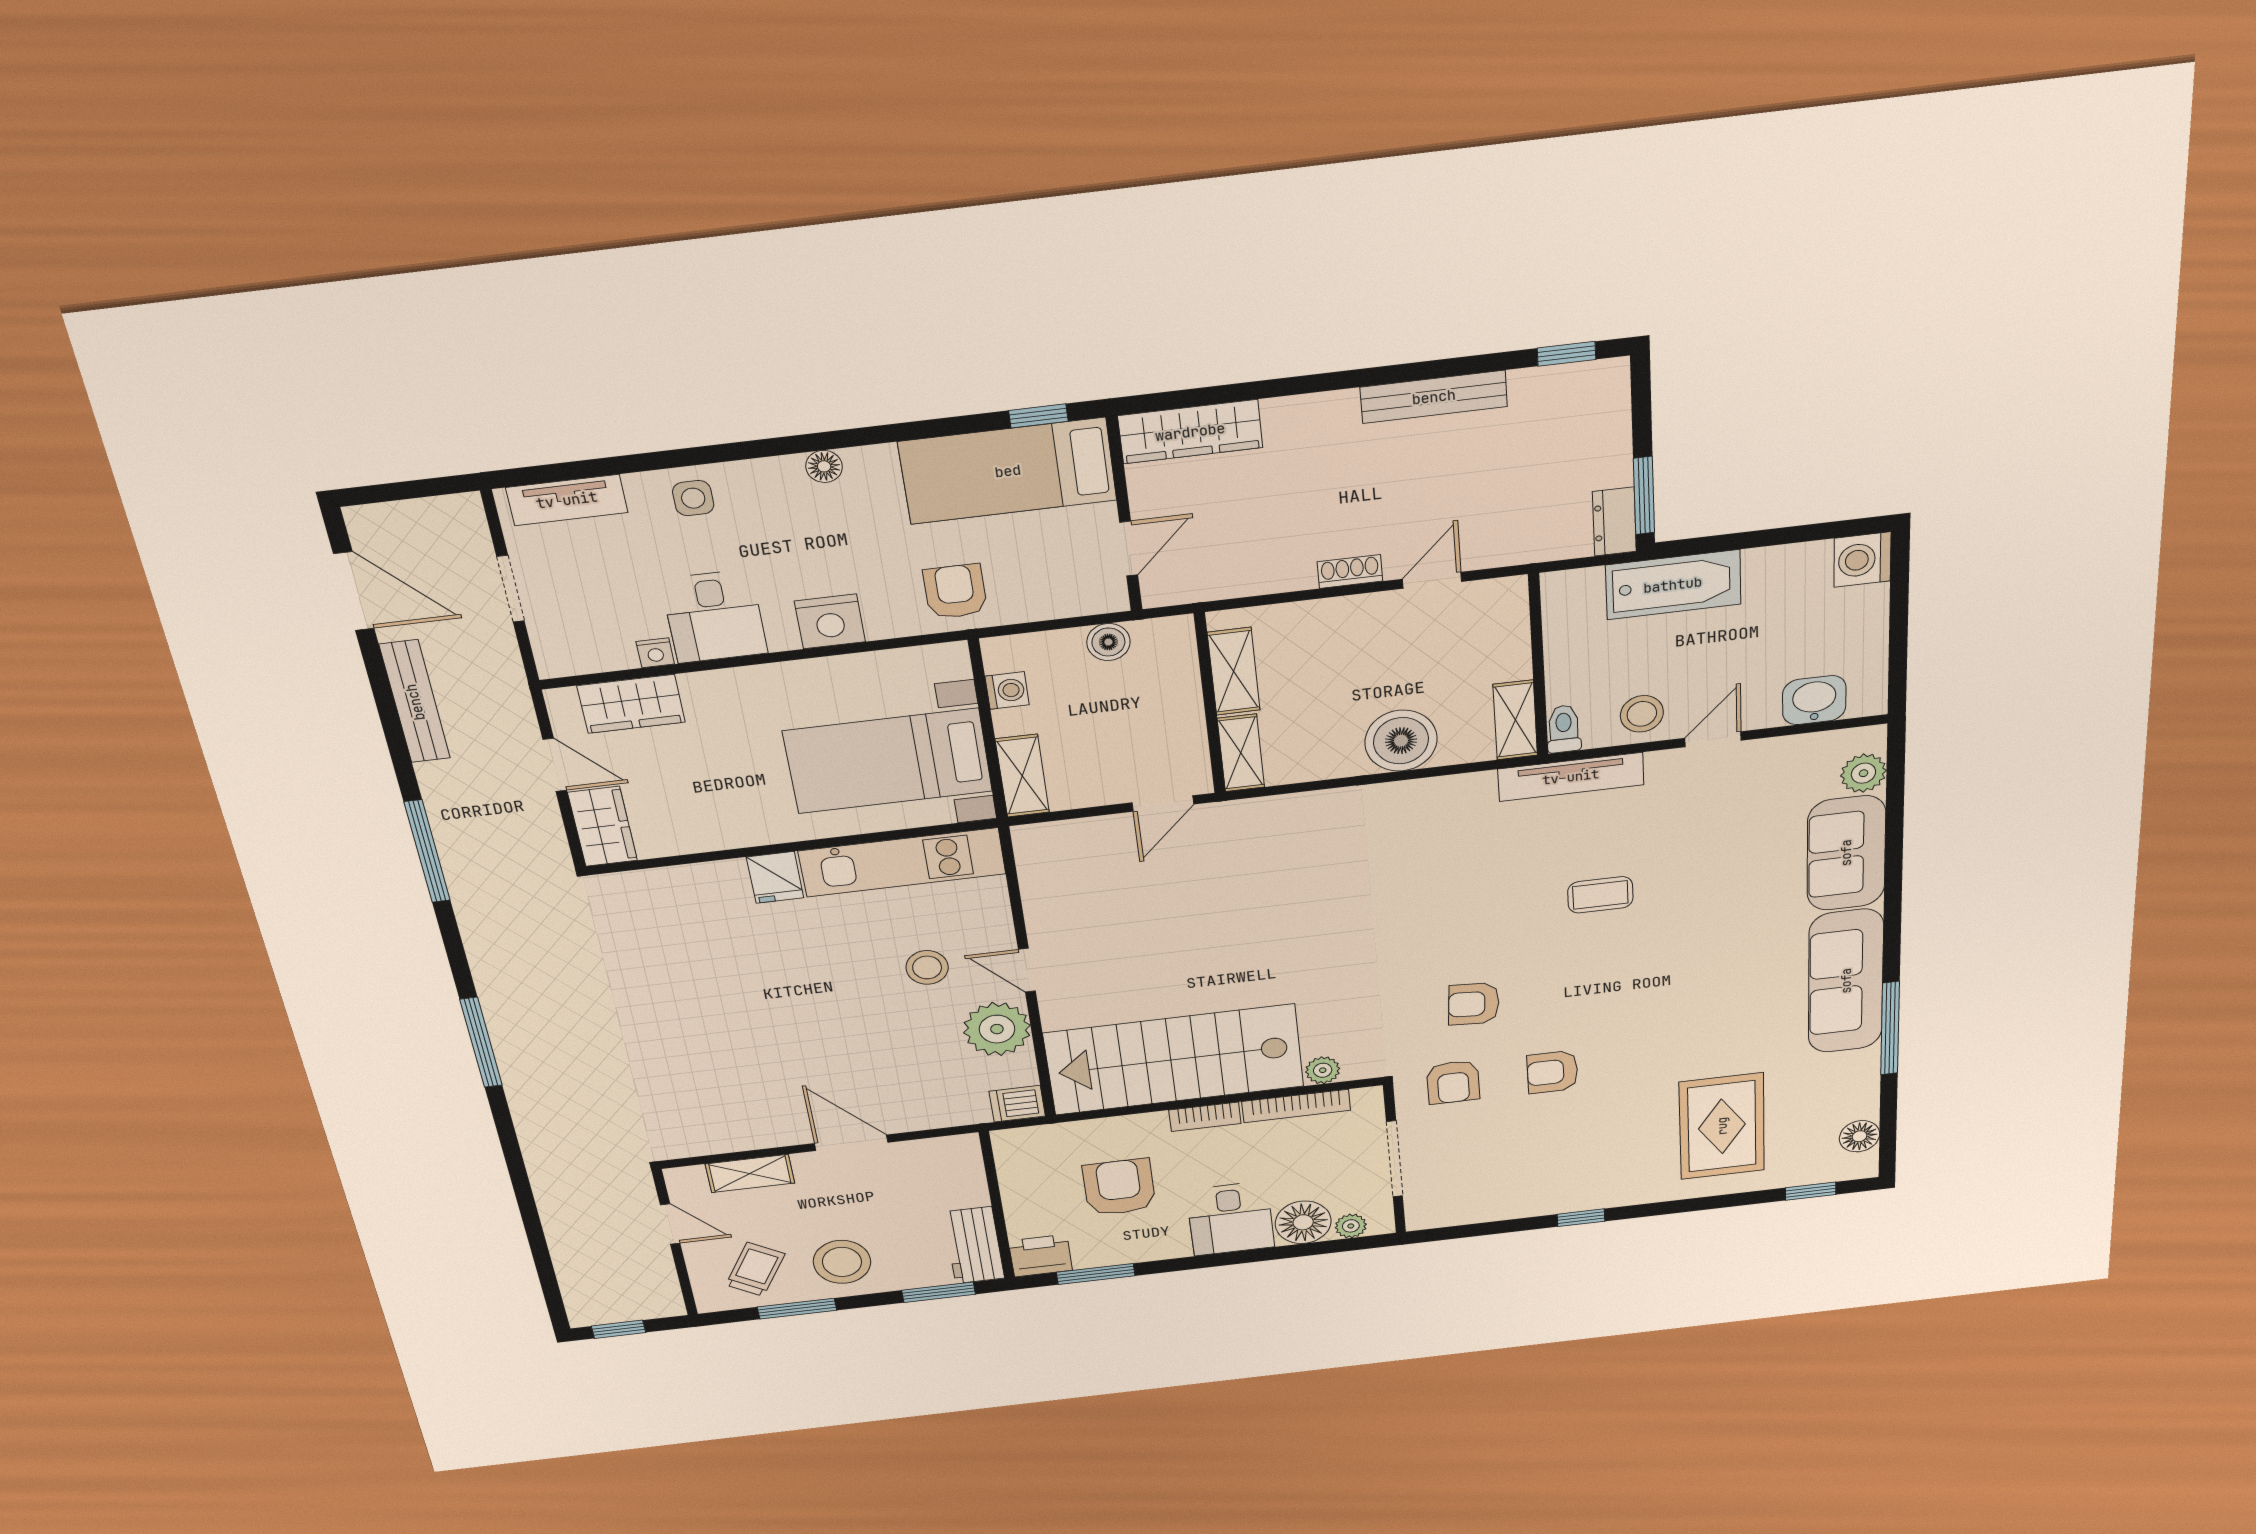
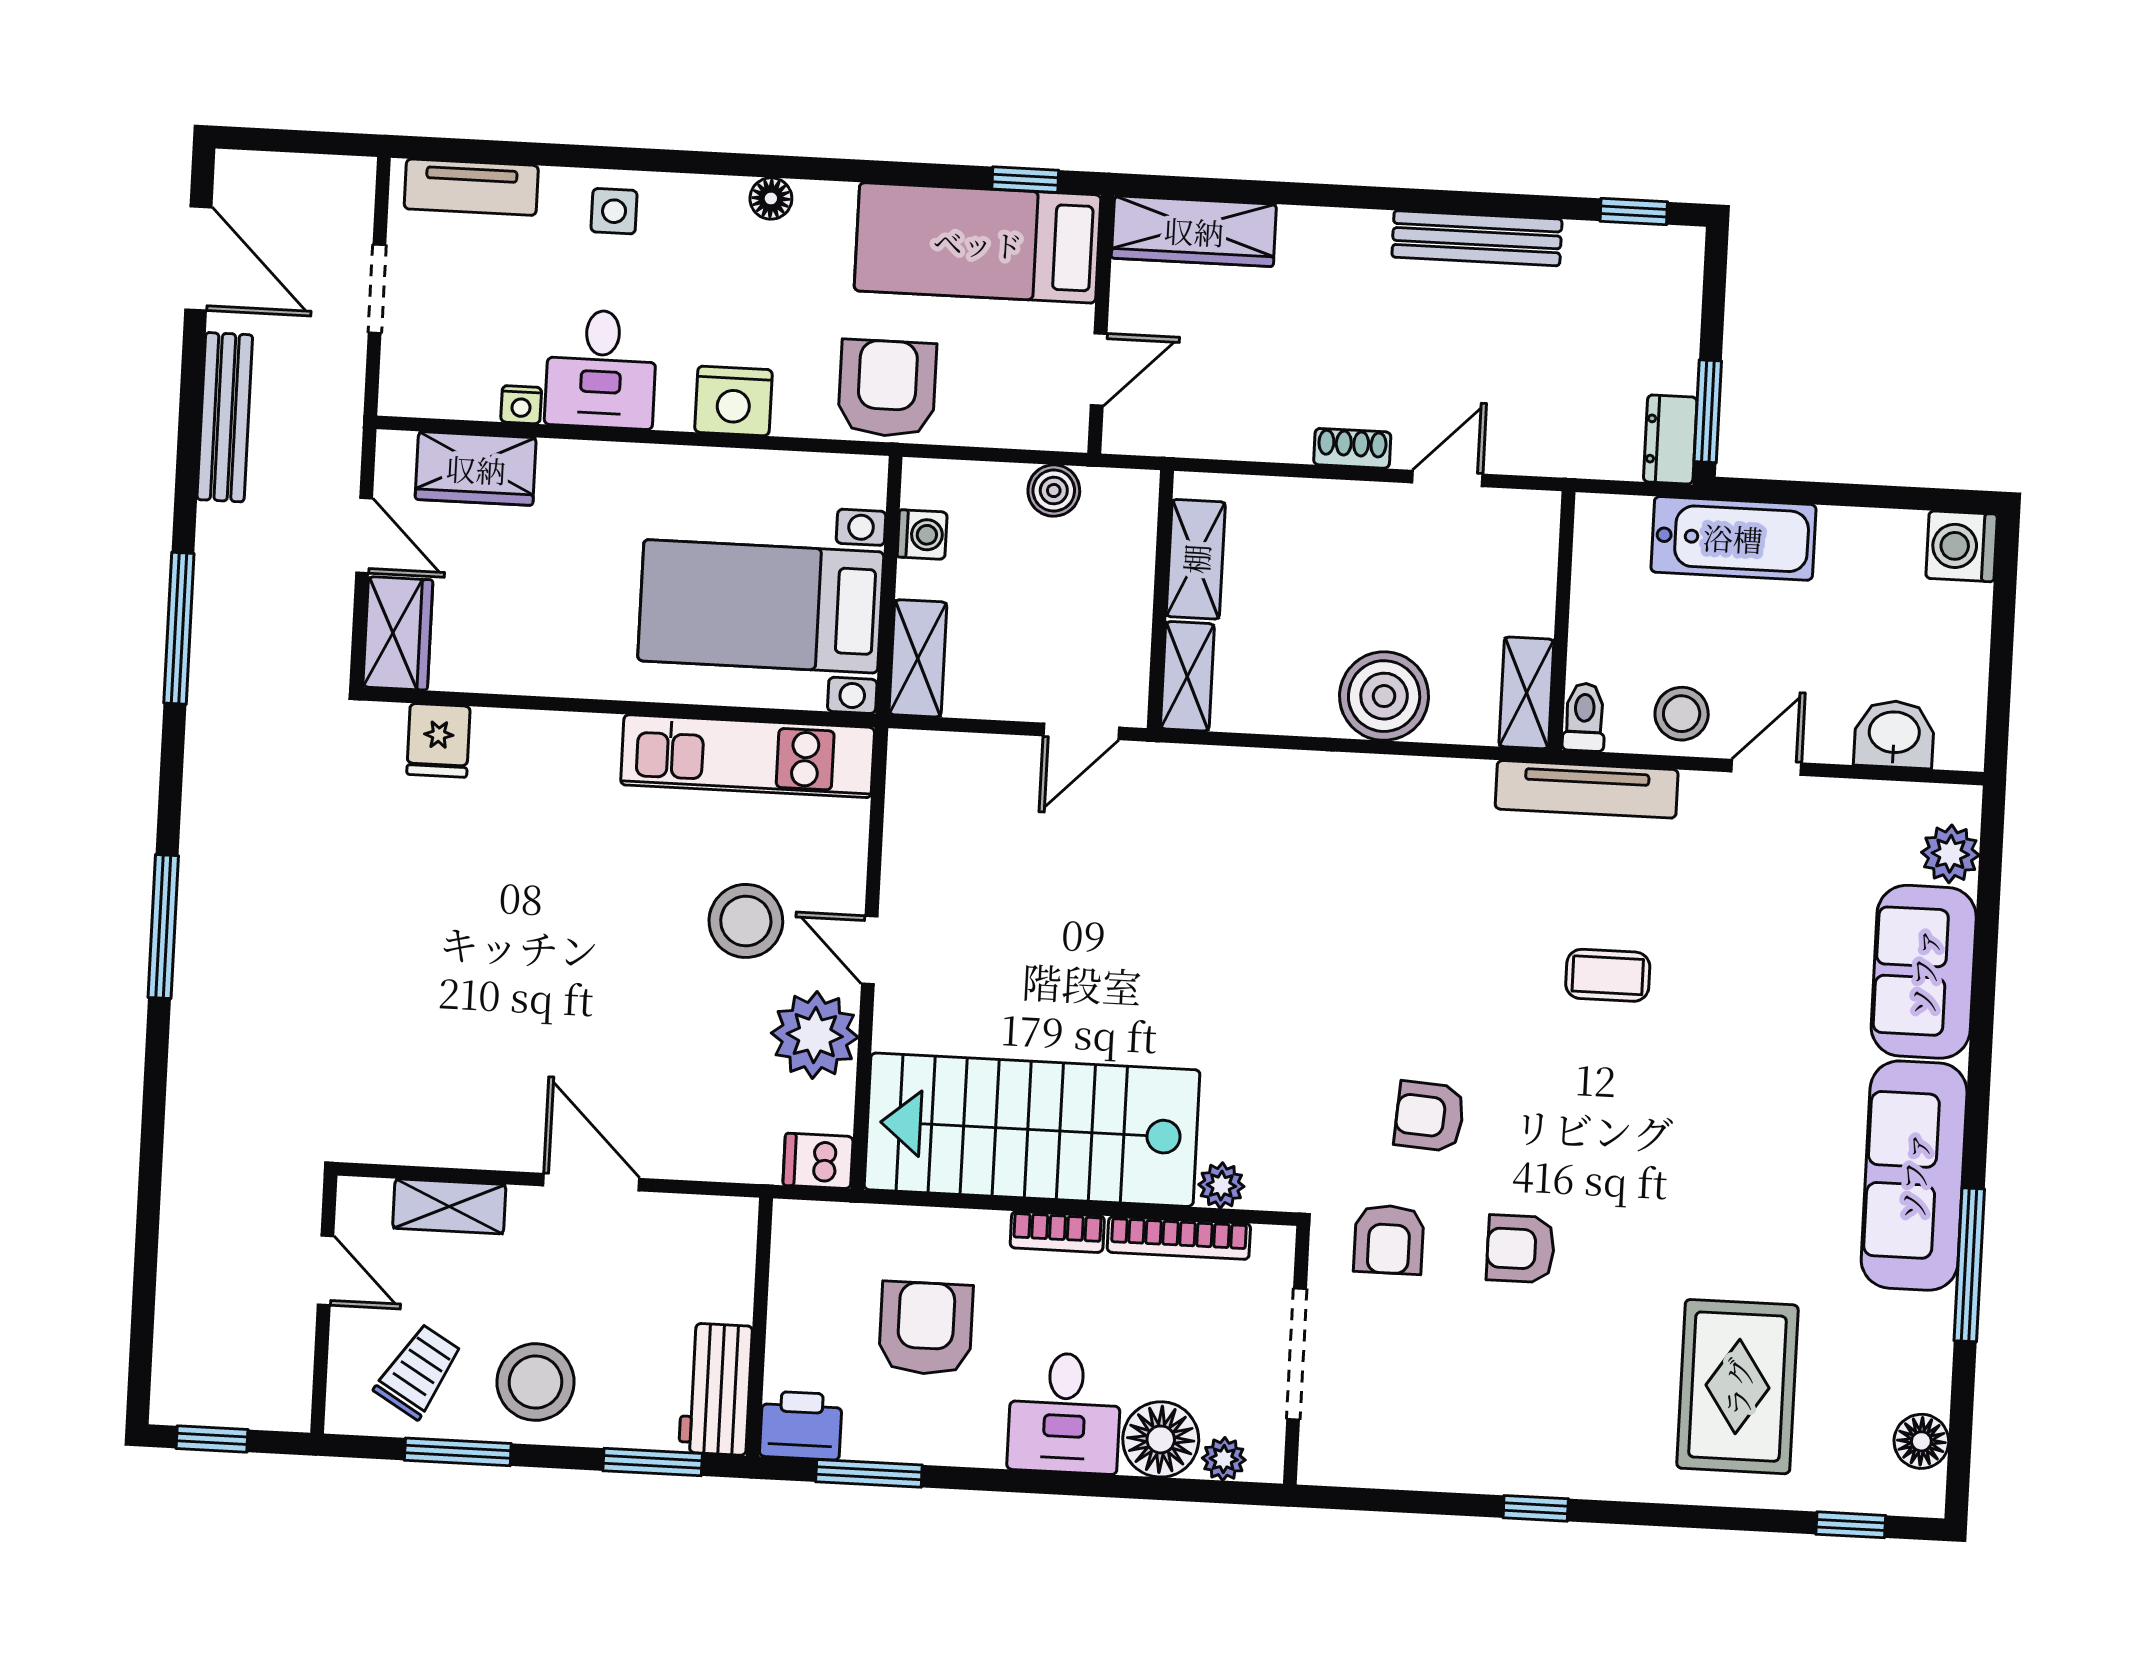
armchair: (955, 591) -> (887, 388), width x1.38, depth x1.38
fridge: (775, 877) -> (438, 740), moved
stool: (927, 967) -> (746, 921), width x1.38, depth x1.38

